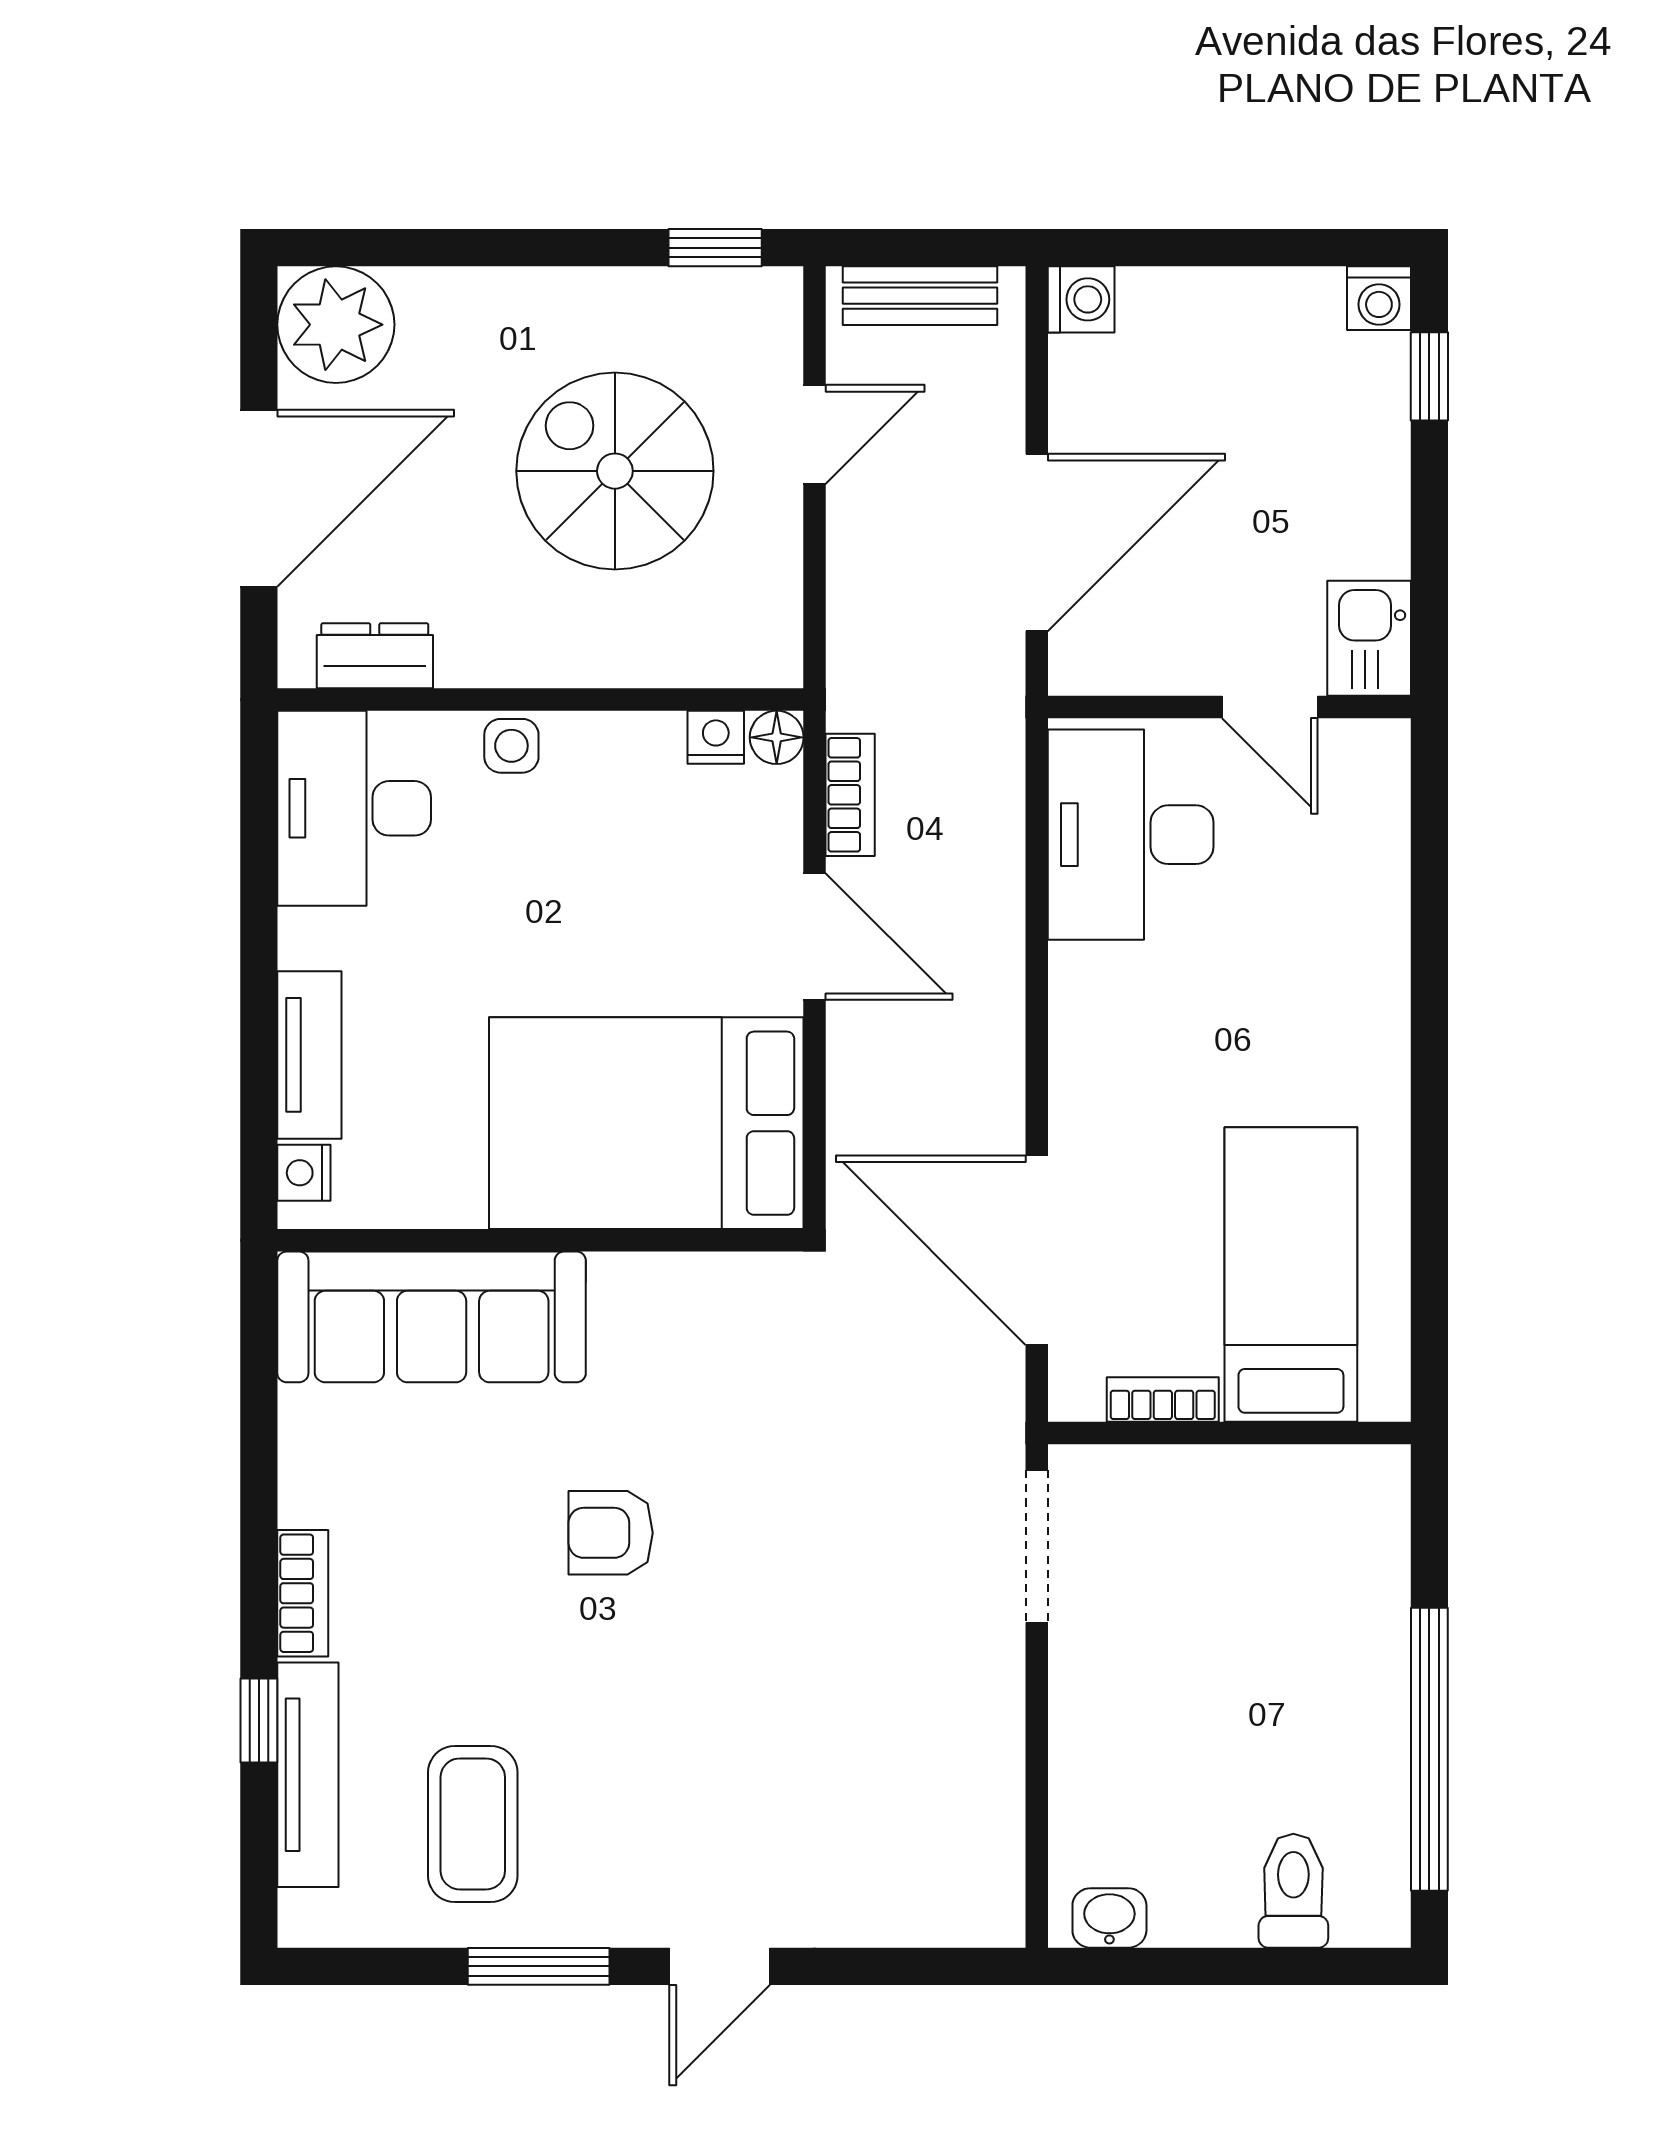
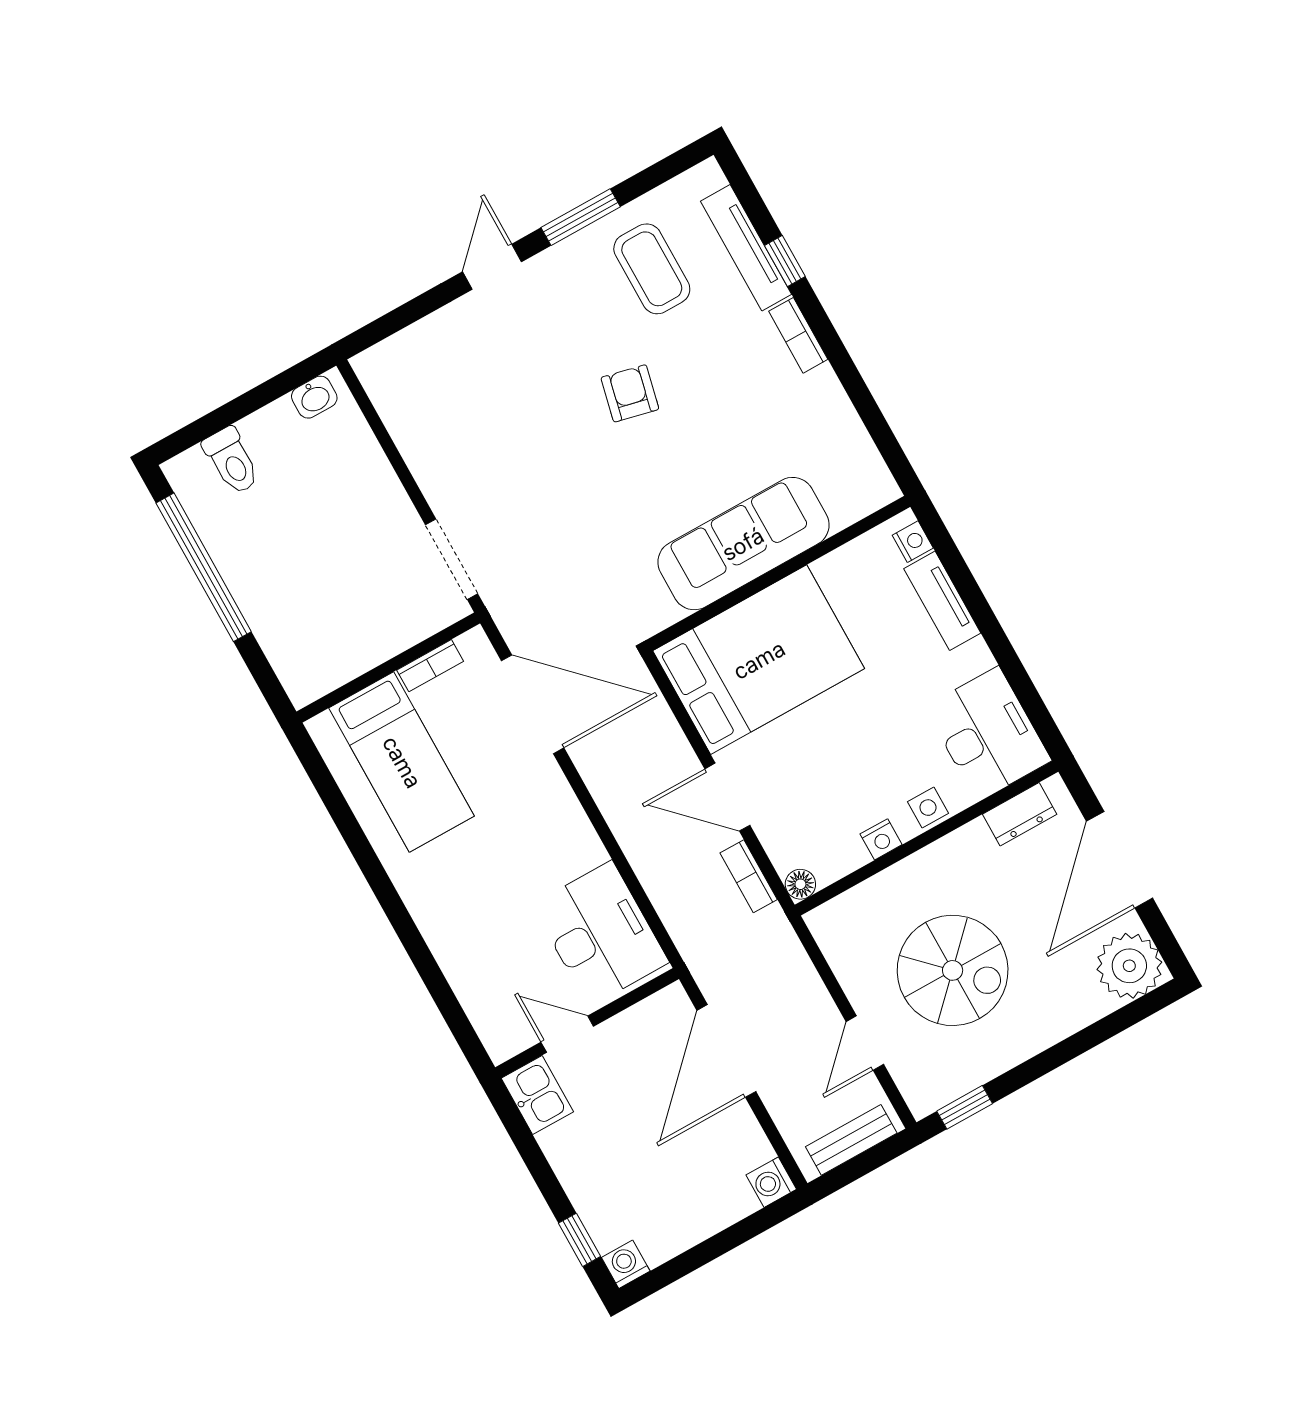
nightstand: (716, 737) -> (881, 839), moved
sofa: (432, 1317) -> (743, 544), moved
armchair: (611, 1533) -> (630, 393), moved, turned -77

